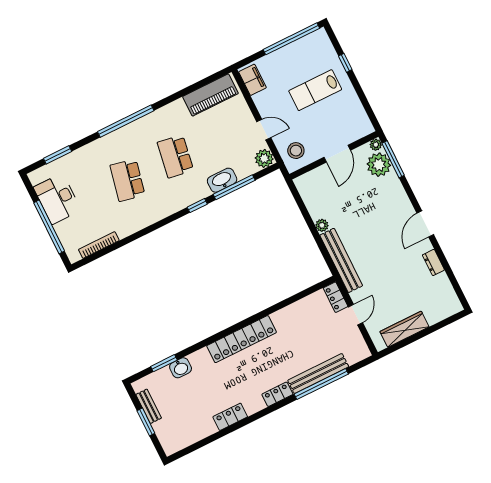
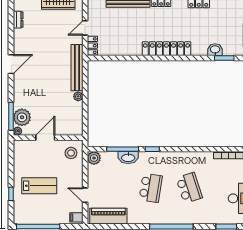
filing cabinet: (253, 80) -> (76, 217), width x0.50
door: (264, 130) -> (85, 195), moved
school desk: (128, 180) -> (189, 188), turned -30
dresser: (433, 262) -> (18, 20), moved

